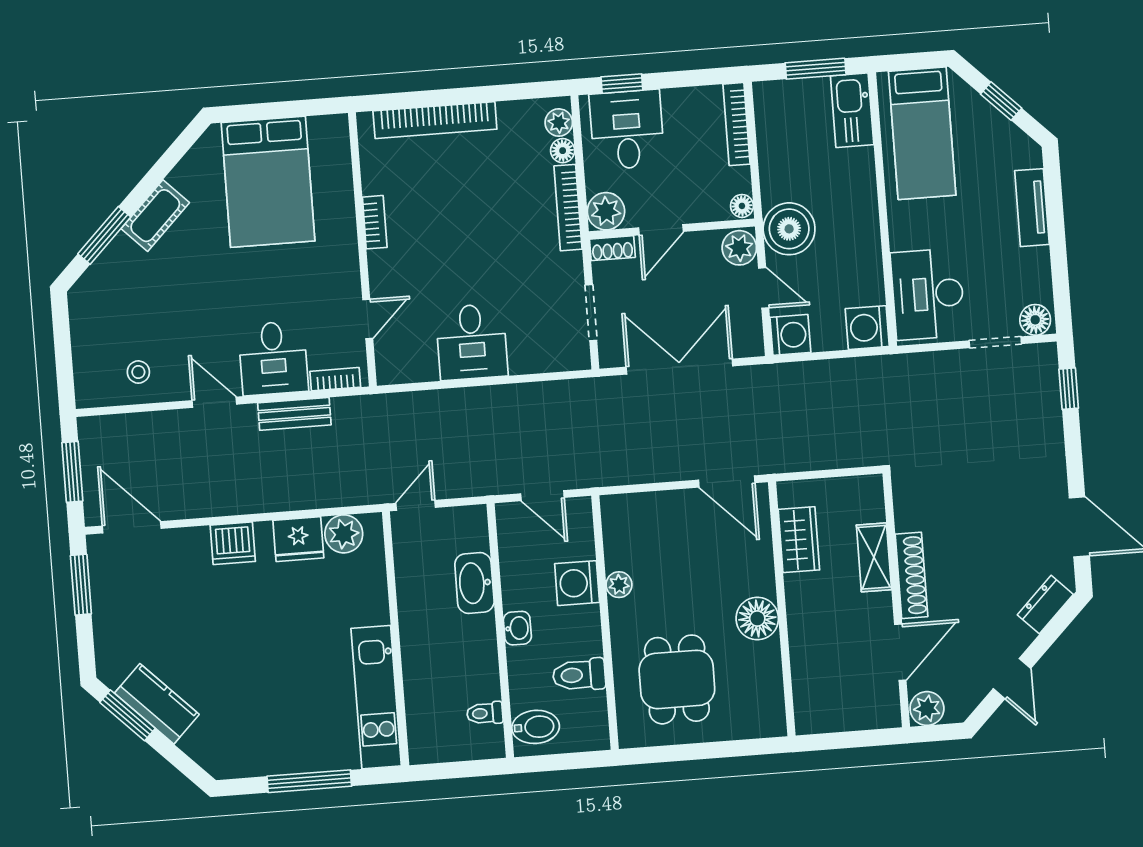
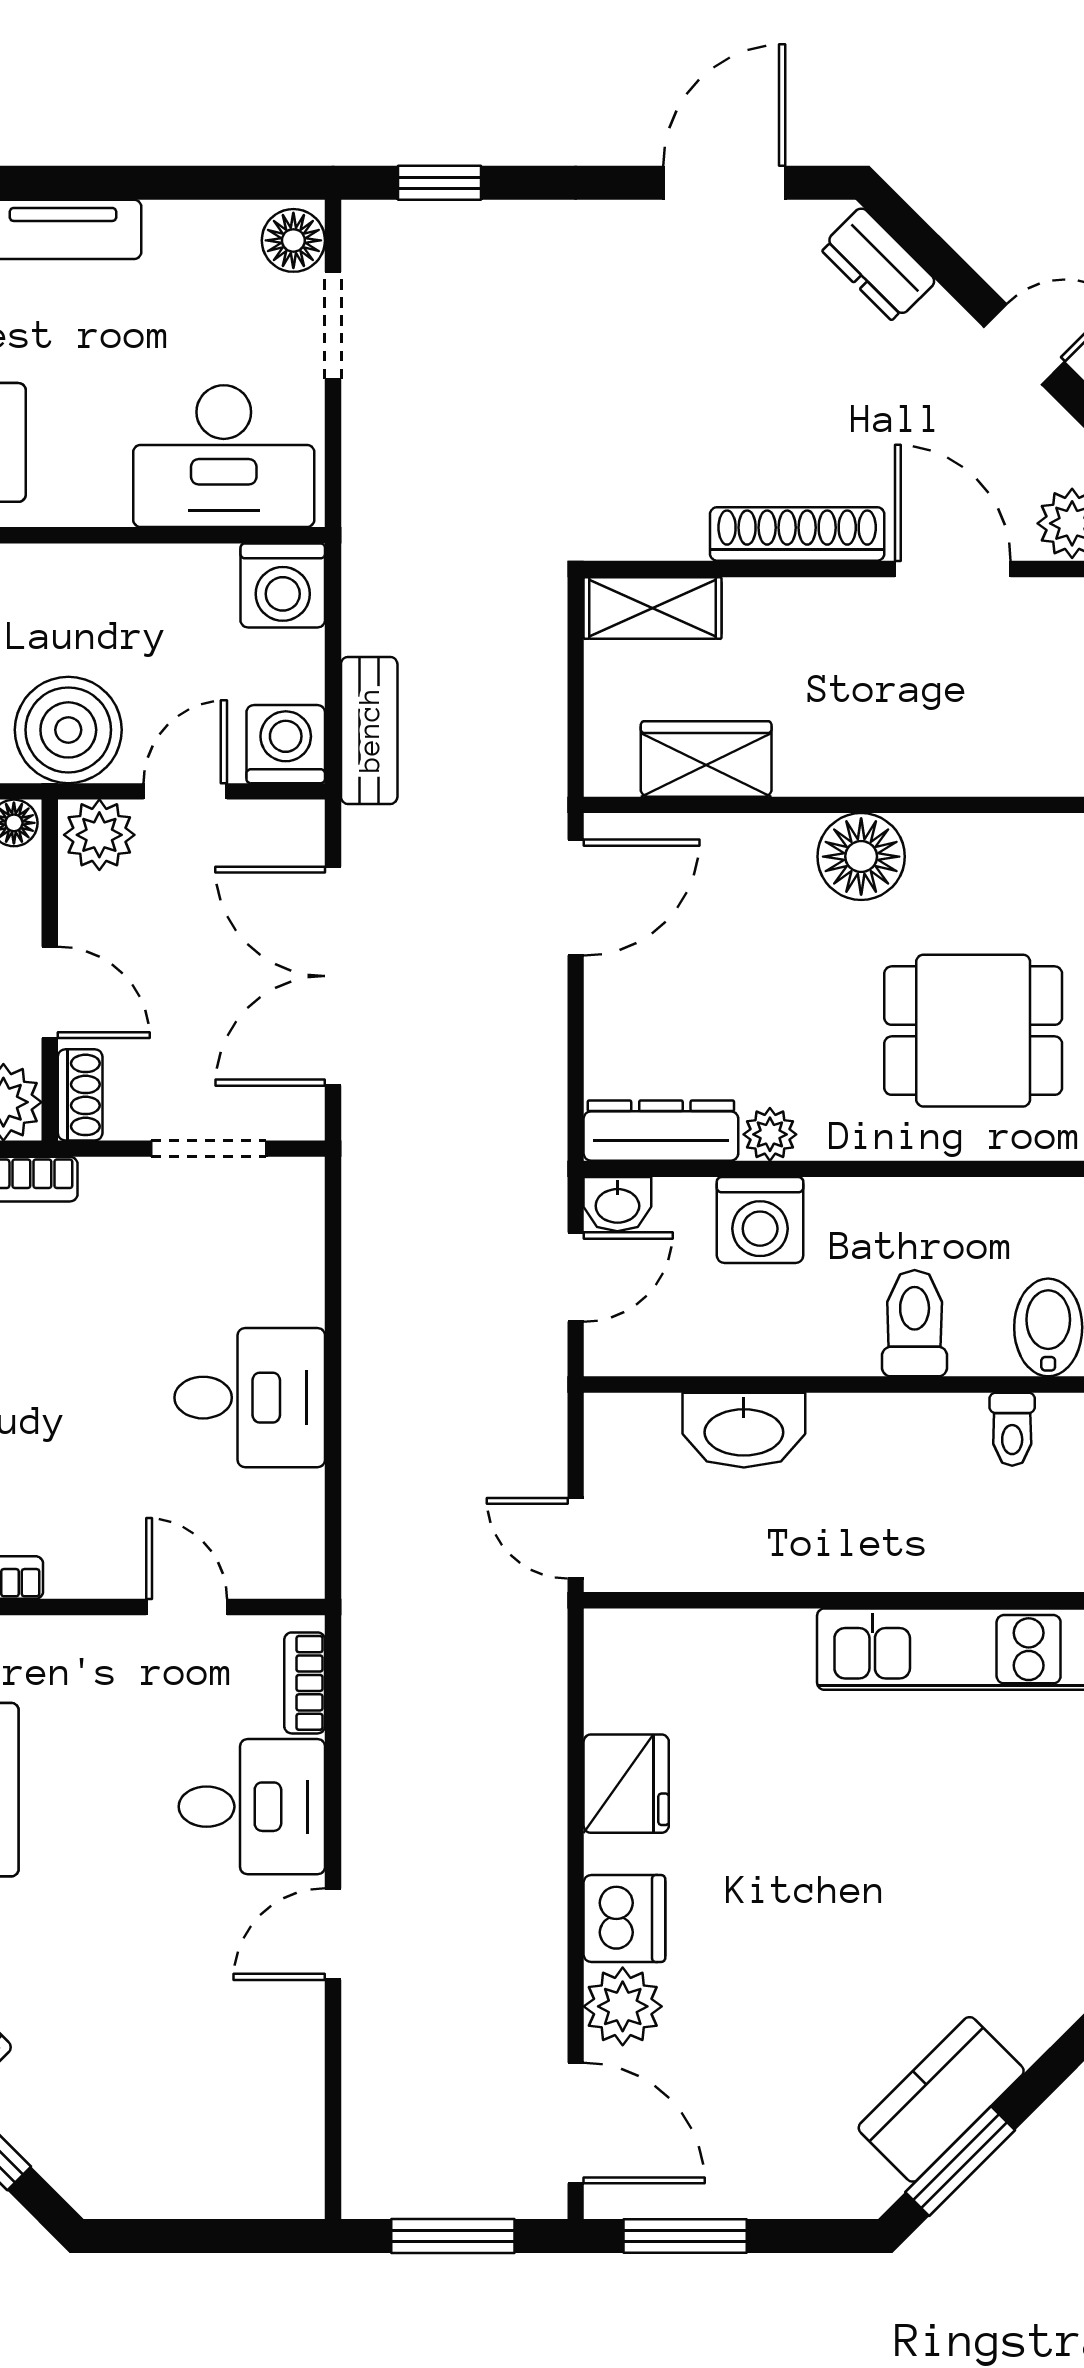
stool: (138, 372) -> (259, 2085), removed
bench: (294, 414) -> (369, 730), moved
door: (132, 527) -> (576, 2123), swing flipped
dresser: (617, 532) -> (661, 1131), added
plant: (344, 534) -> (623, 2006), moved
shelving: (874, 557) -> (653, 608), moved
washbasin: (517, 628) -> (617, 1204), moved, turned 180
toilet: (579, 675) -> (915, 1323), moved, turned 180

